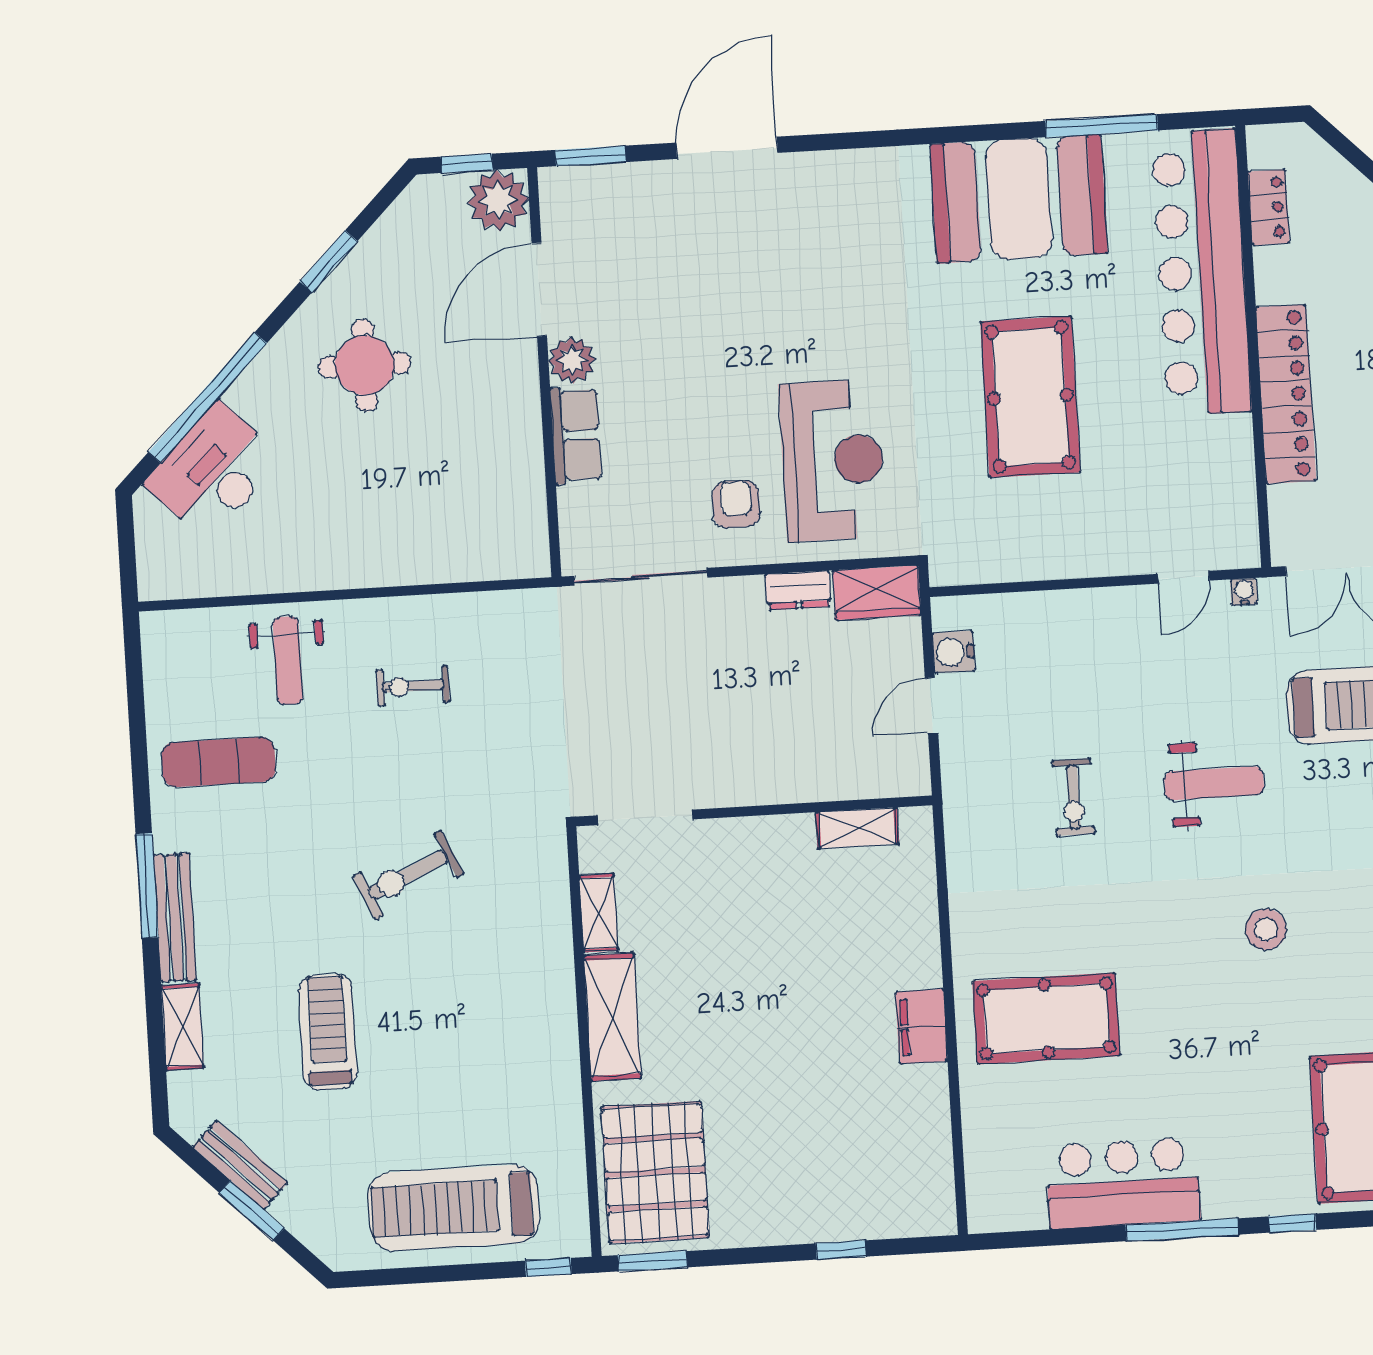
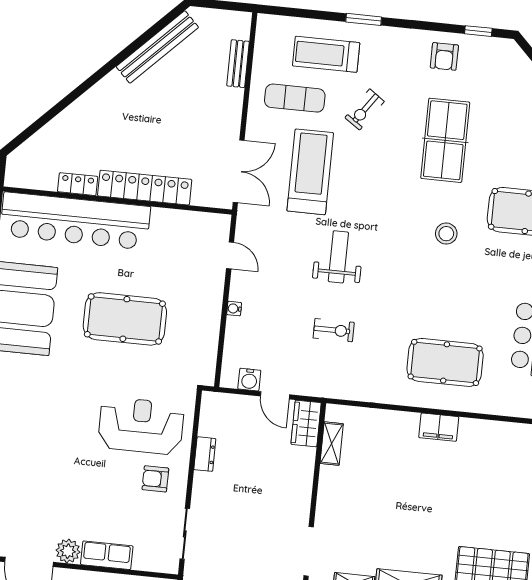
locker: (1269, 207) -> (78, 184), moved
sliding door: (641, 577) -> (185, 534), width x0.73
water cooler: (1244, 592) -> (234, 309), moved
wardrobe: (877, 593) -> (306, 423), moved, turned 180
stool: (1266, 929) -> (446, 234), moved
pool table: (1046, 1018) -> (445, 362), turned 90

